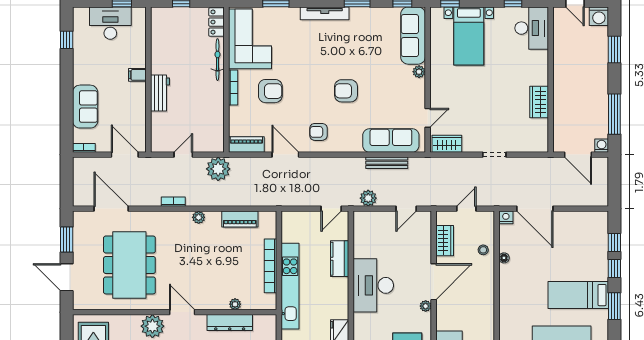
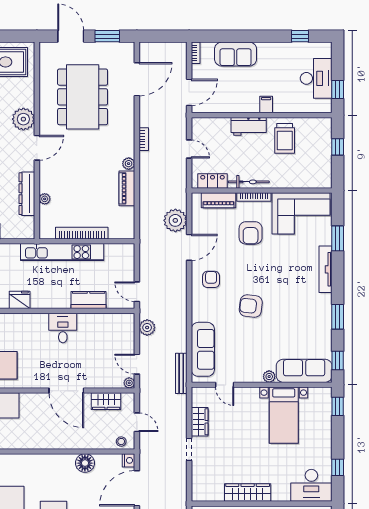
tv unit: (325, 13) -> (326, 269), moved
locker: (216, 22) -> (212, 181), moved
bed with nightstands: (469, 36) -> (284, 415), moved, turned -90
trolley: (172, 56) -> (285, 138), added
bicycle: (217, 60) -> (249, 182), moved
armchair: (346, 91) -> (251, 306), turned -84
wardrobe: (539, 102) -> (248, 493), width x1.50
wardrobe: (447, 144) -> (200, 422), moved
piano: (246, 145) -> (219, 200), moved, turned 90
bench: (387, 163) -> (181, 373), moved
plant: (218, 169) -> (175, 220), moved
piano: (240, 219) -> (127, 188), moved
stool: (483, 250) -> (121, 442), moved
floor lamp: (504, 258) -> (85, 463), width x1.89, depth x1.89
dining table: (129, 265) -> (83, 97), turned 90
door: (67, 277) -> (71, 36), hinge flipped
desk: (373, 285) -> (63, 328), width x0.53, depth x0.77
plant: (426, 306) -> (129, 383), moved

